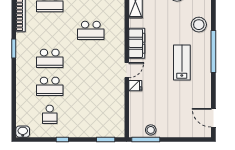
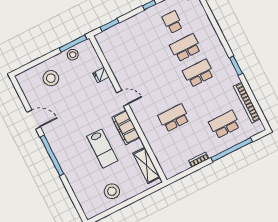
stool: (199, 25) -> (51, 78), moved
lab bench: (182, 62) -> (102, 149), moved
door: (127, 70) -> (123, 98), swing flipped
fridge: (135, 86) -> (101, 75), moved
door: (213, 118) -> (34, 119), moved

